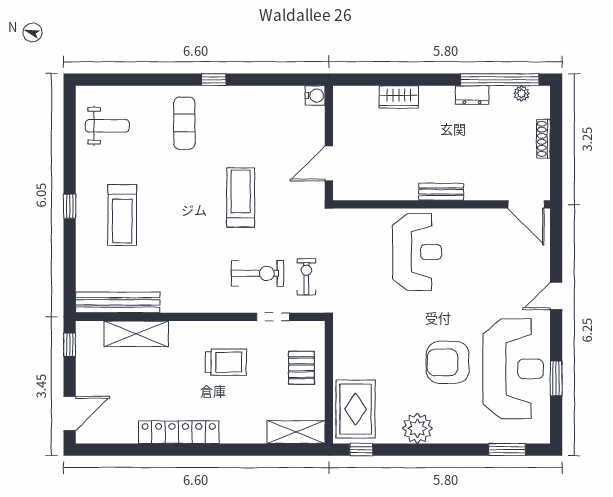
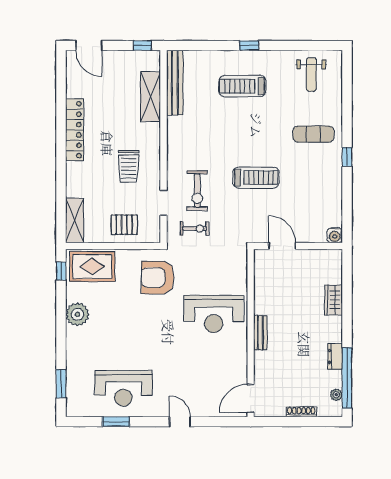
armchair: (448, 362) -> (158, 277), moved, turned -90
reception desk: (513, 369) -> (123, 388), width x0.74, depth x0.77

